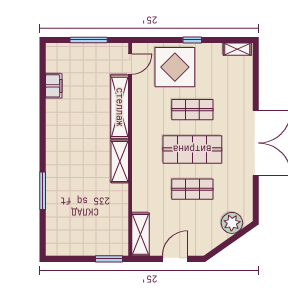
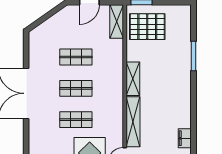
shop shelf: (192, 149) -> (76, 88), width x0.70, depth x0.74
plant: (232, 223) -> (45, 31), removed
pallet: (102, 228) -> (147, 27), added

